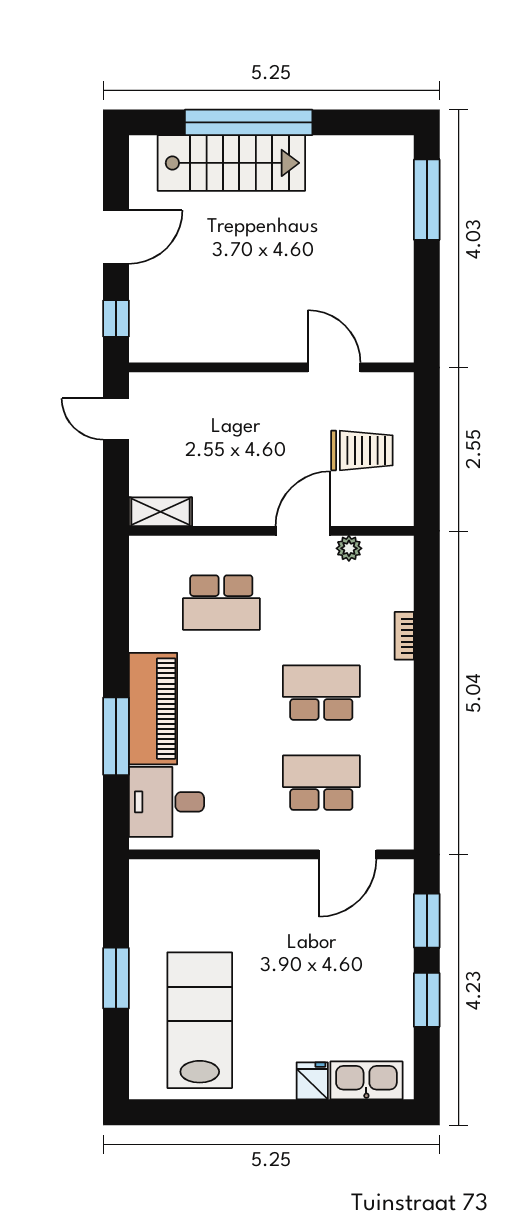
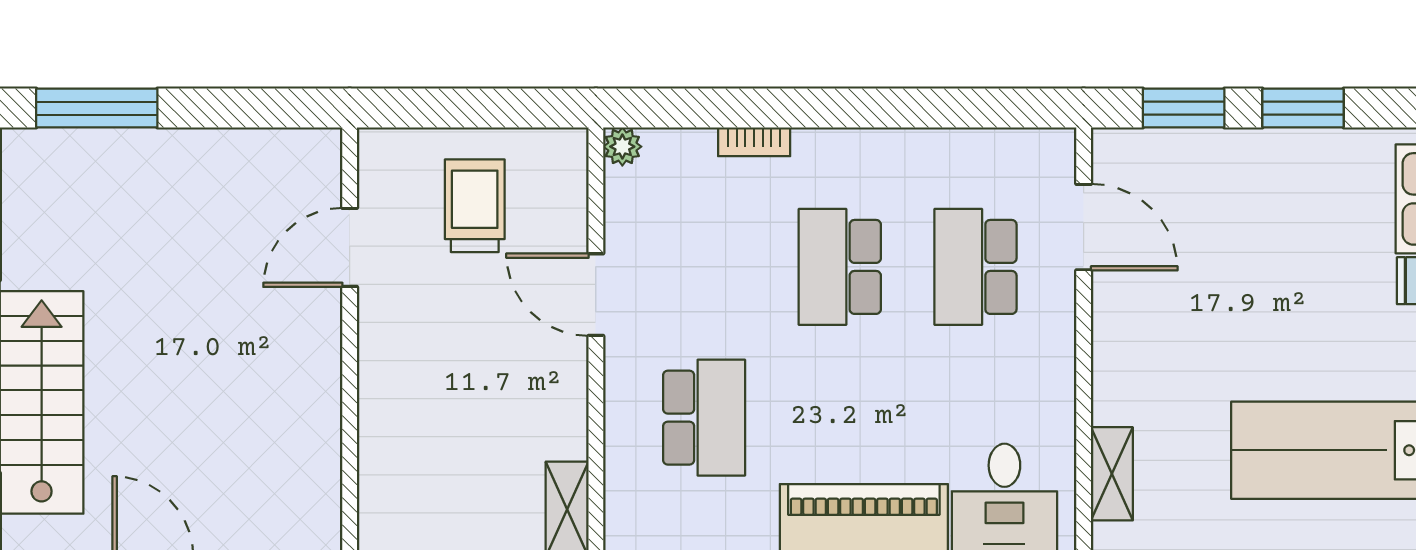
plant: (349, 548) -> (622, 147), moved
shelving: (184, 873) -> (1112, 474), added

